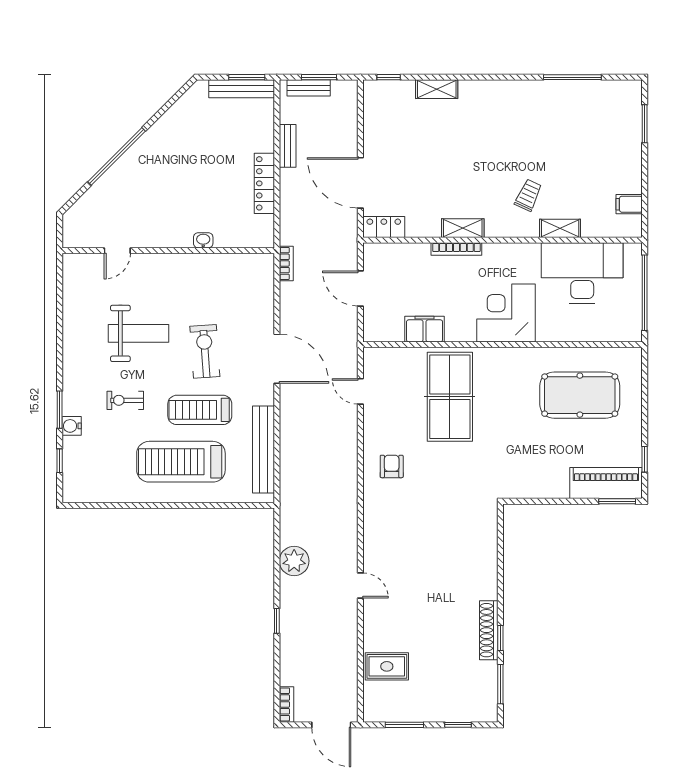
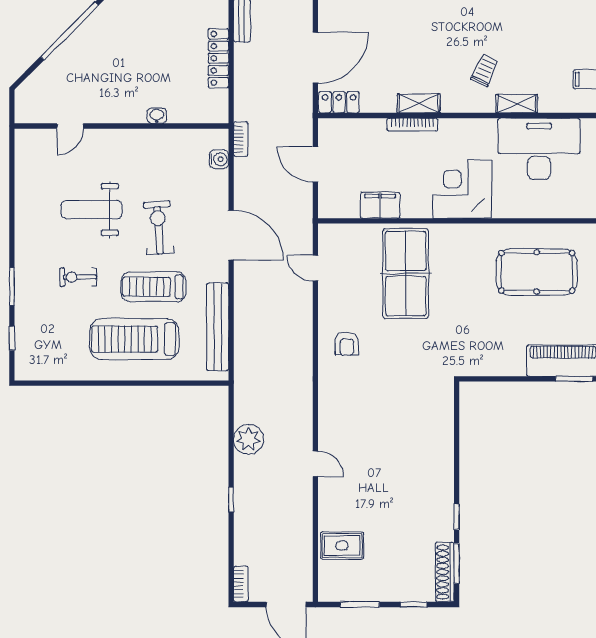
door: (360, 183) -> (315, 58), swing flipped
weight bench: (138, 333) -> (92, 210), turned 180
water cooler: (72, 426) -> (219, 159), moved, turned 180
armchair: (392, 466) -> (347, 344), turned 180
shoe rack: (489, 630) -> (445, 572), moved

